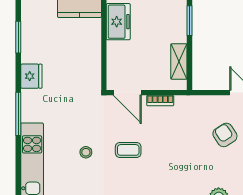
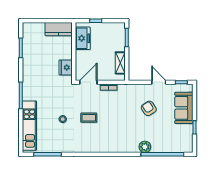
fridge: (31, 76) -> (66, 67), moved, turned 180
door: (127, 93) -> (88, 82), swing flipped

